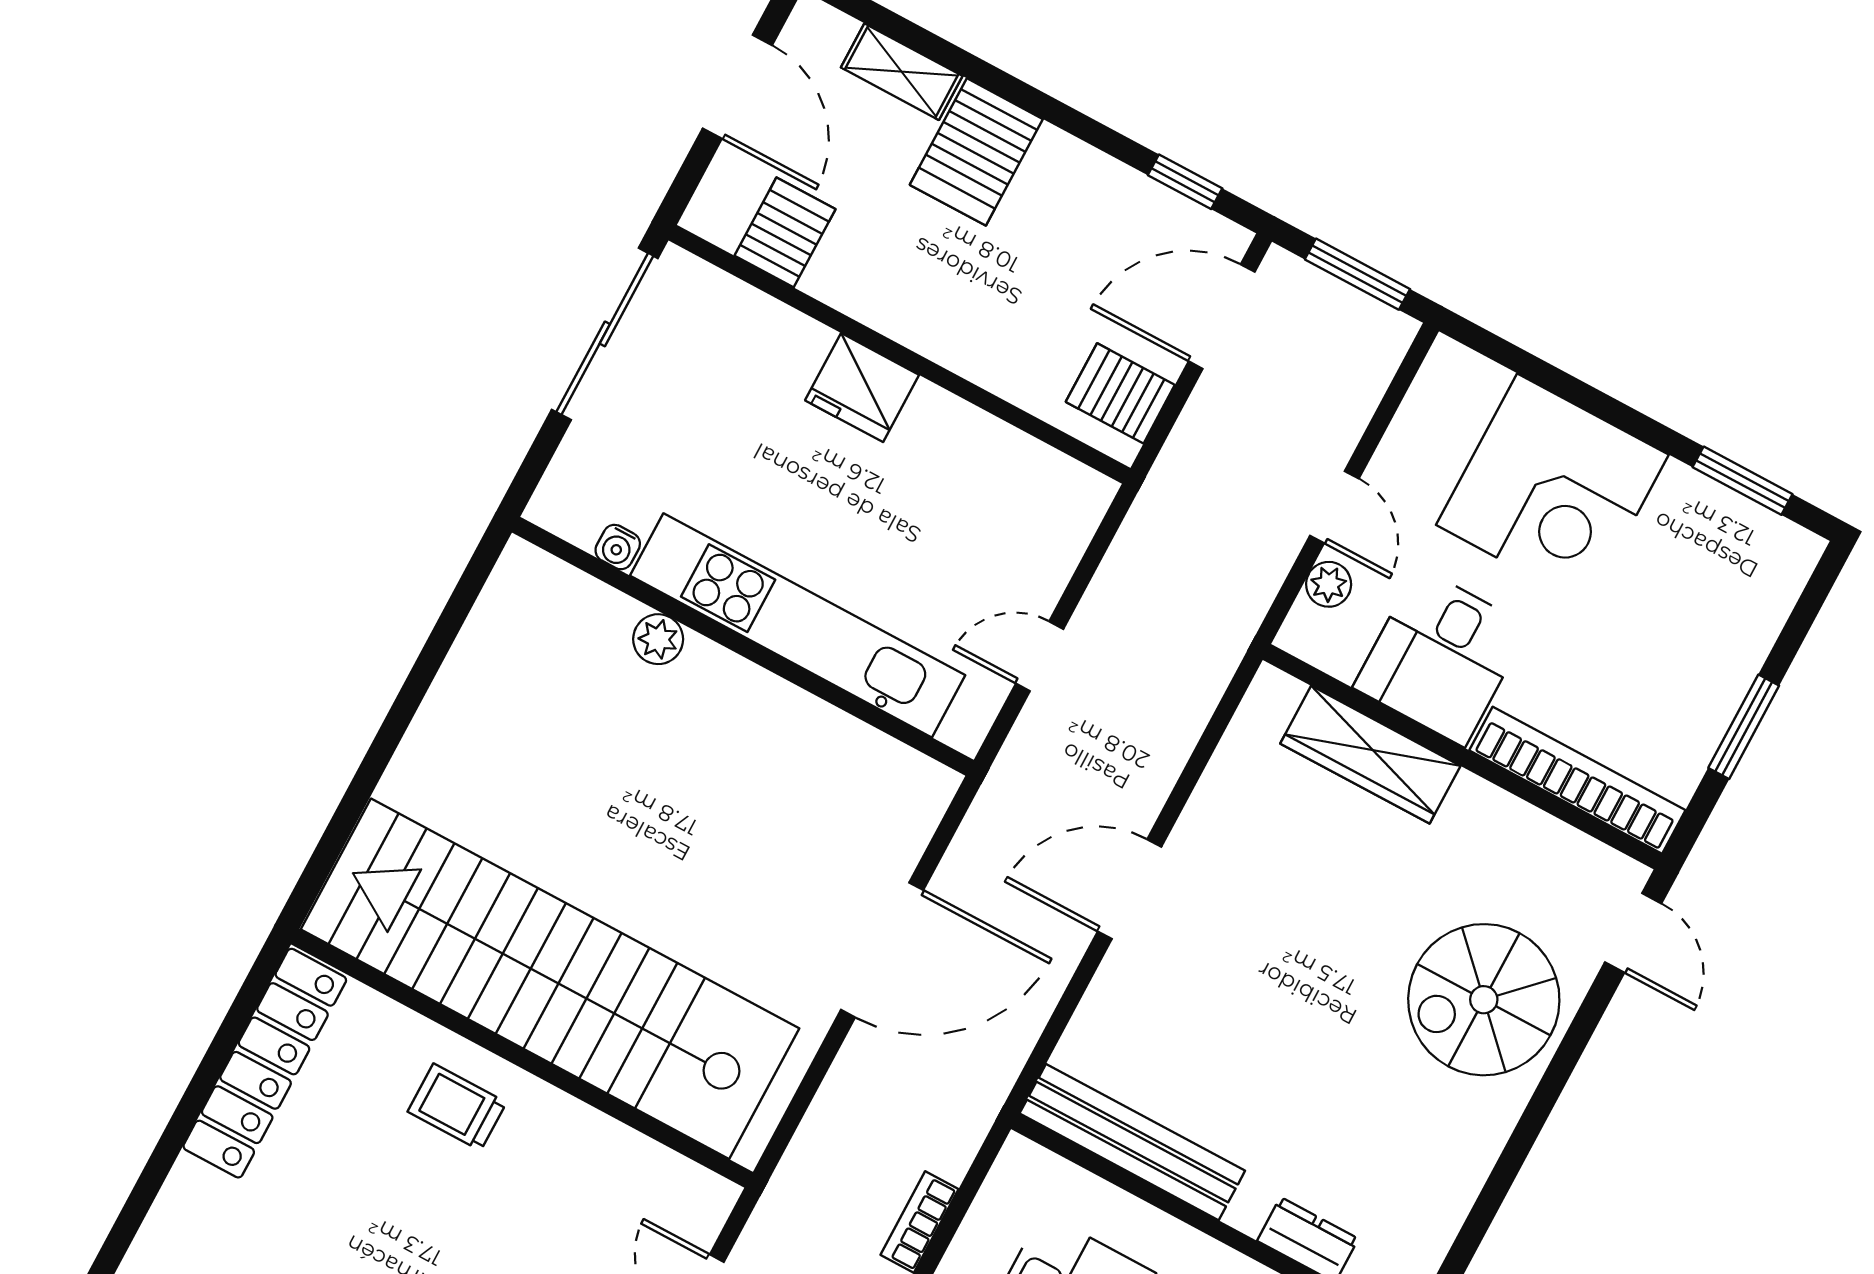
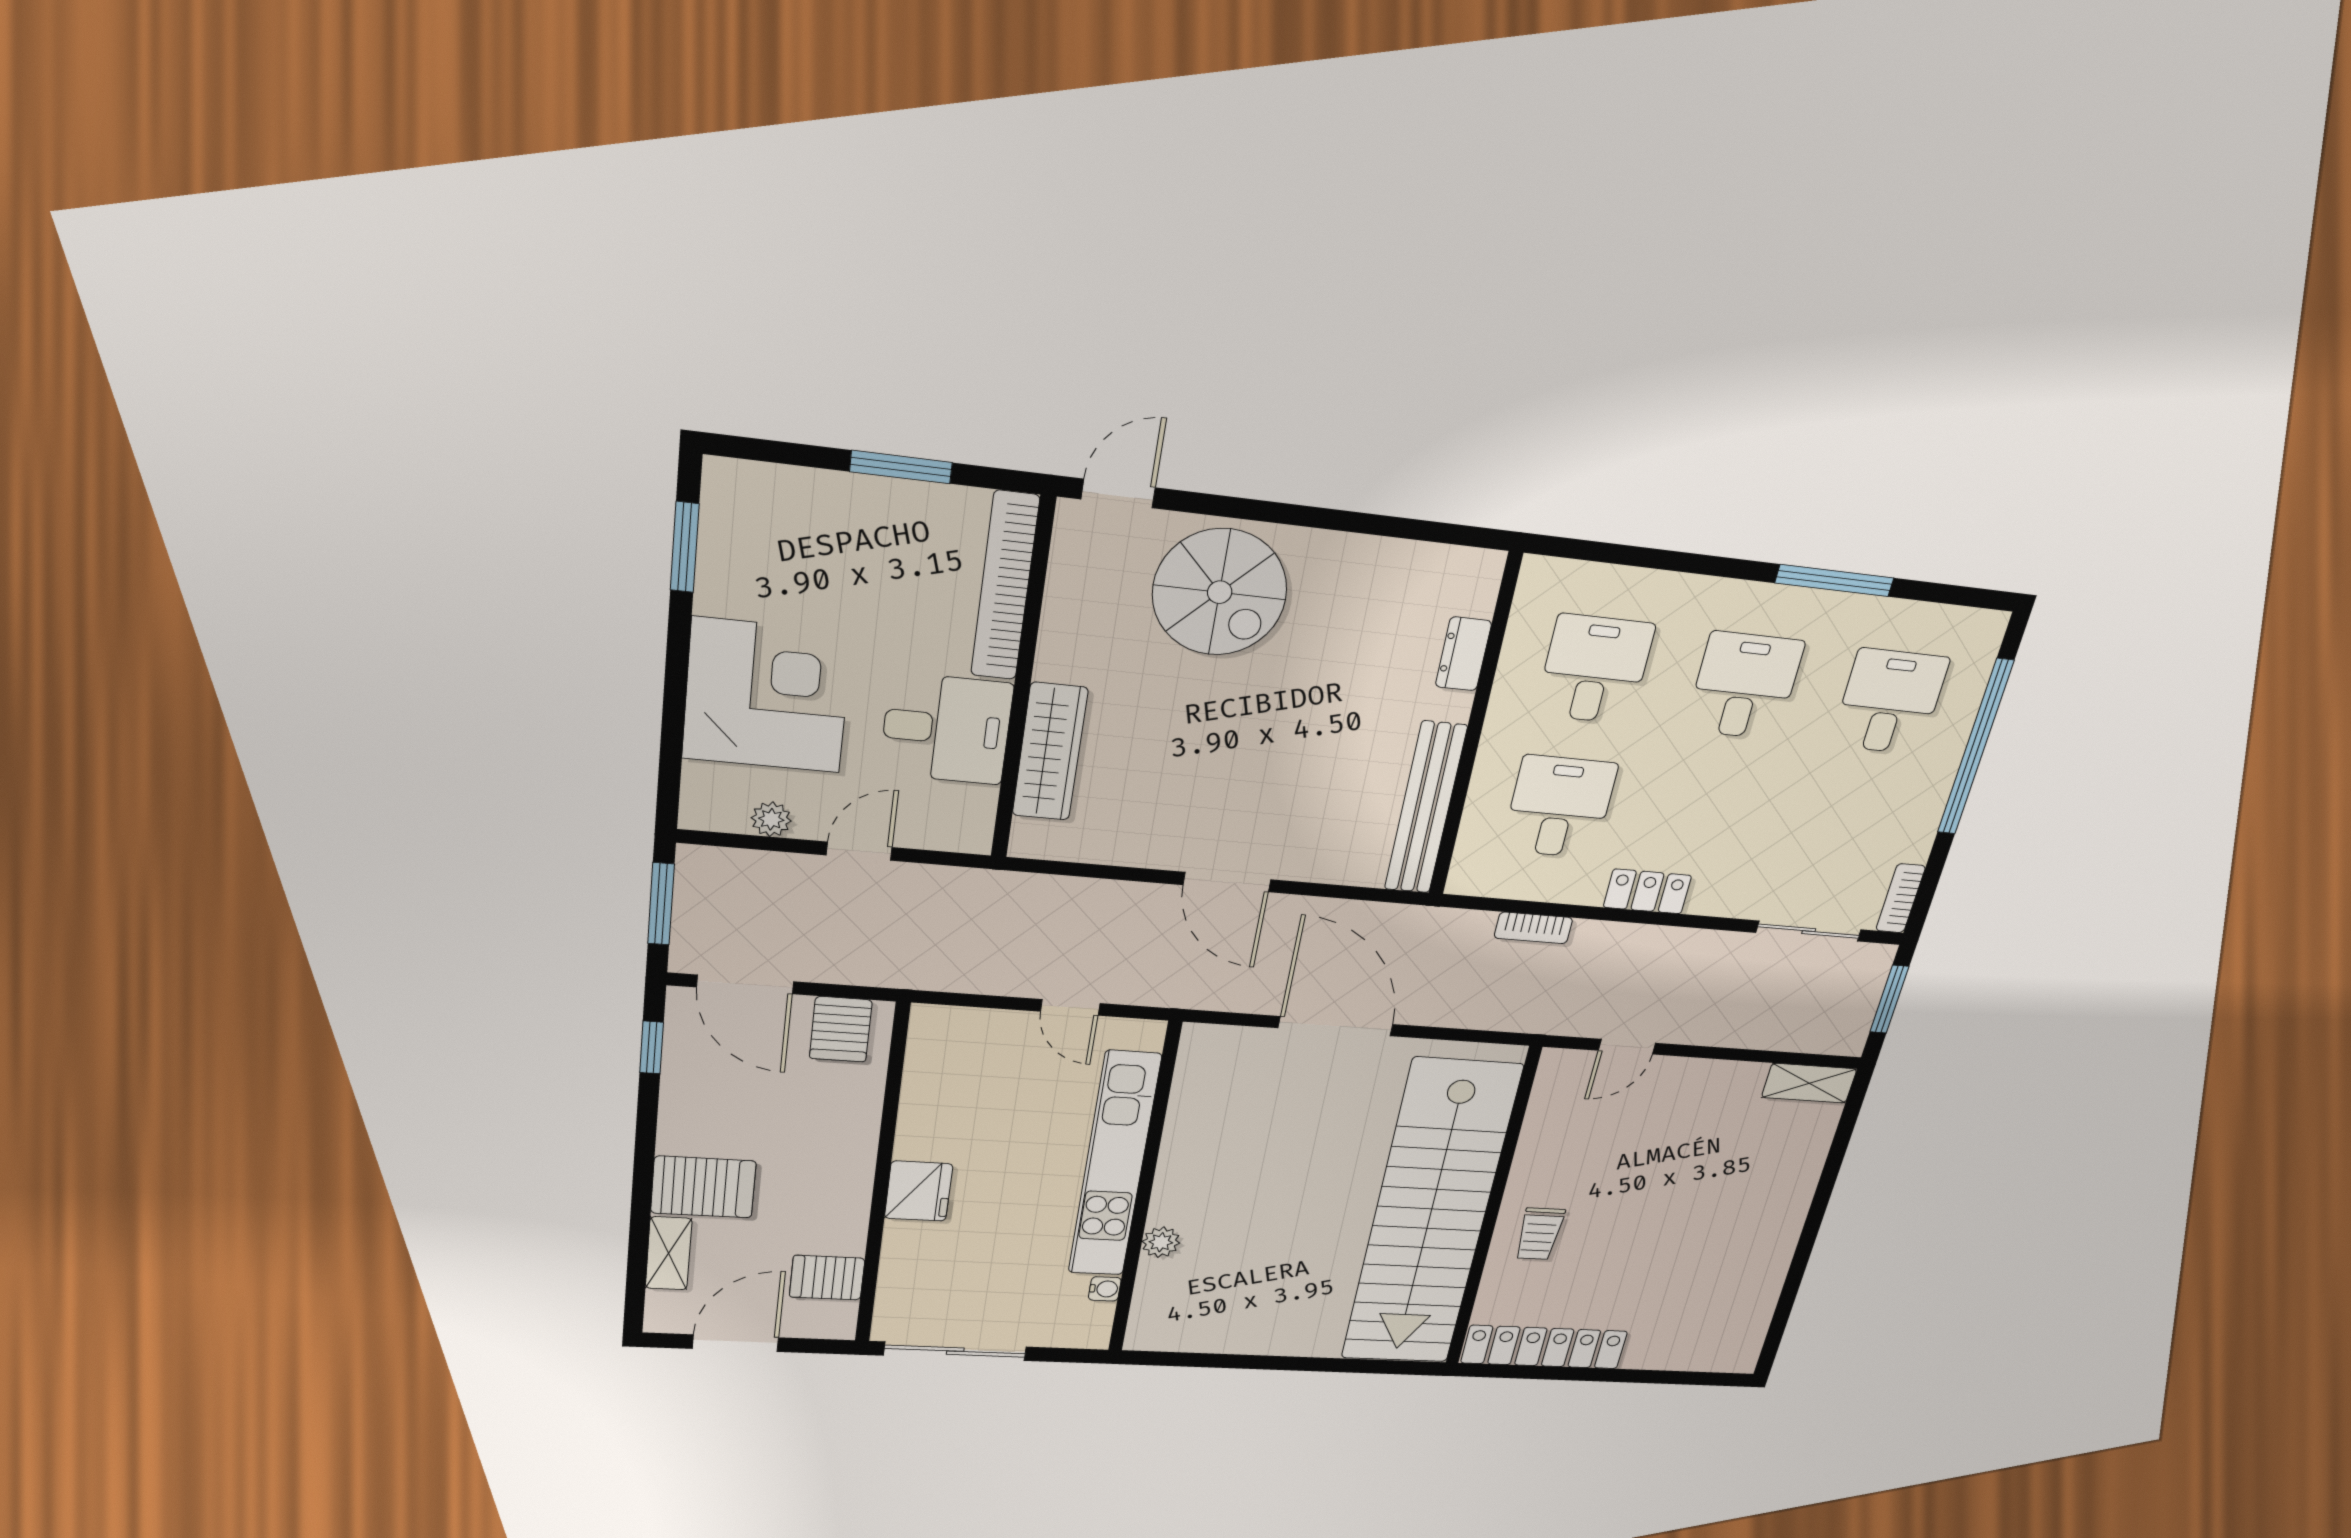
plant: (1329, 584) -> (771, 819), moved

